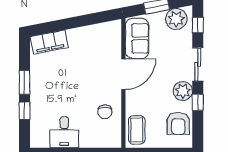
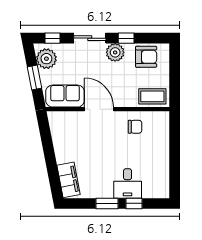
desk: (64, 132) -> (128, 183), moved, turned 90

